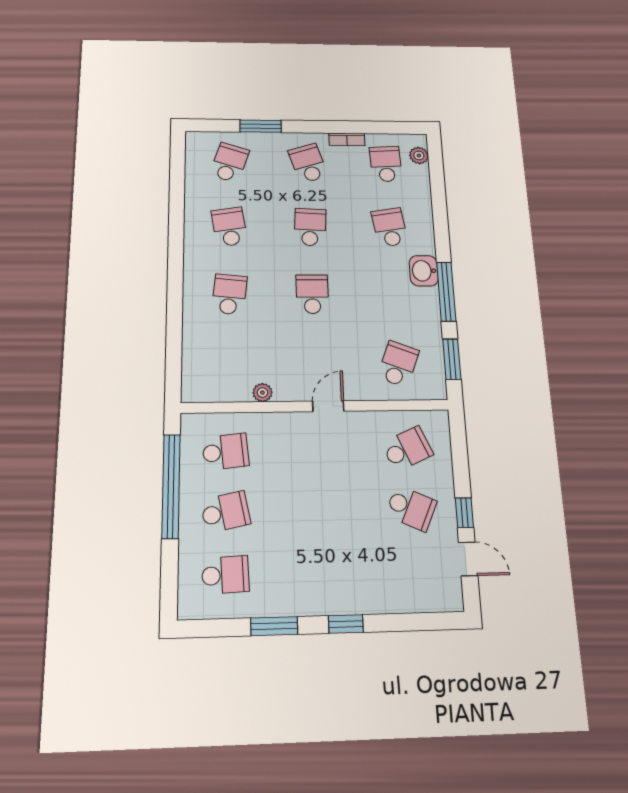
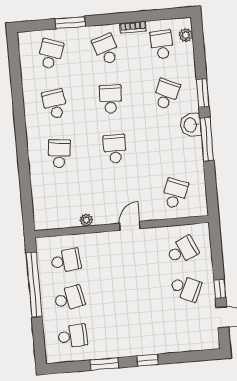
school desk: (390, 227) -> (166, 94), turned 33
window: (452, 359) -> (203, 93), moved

